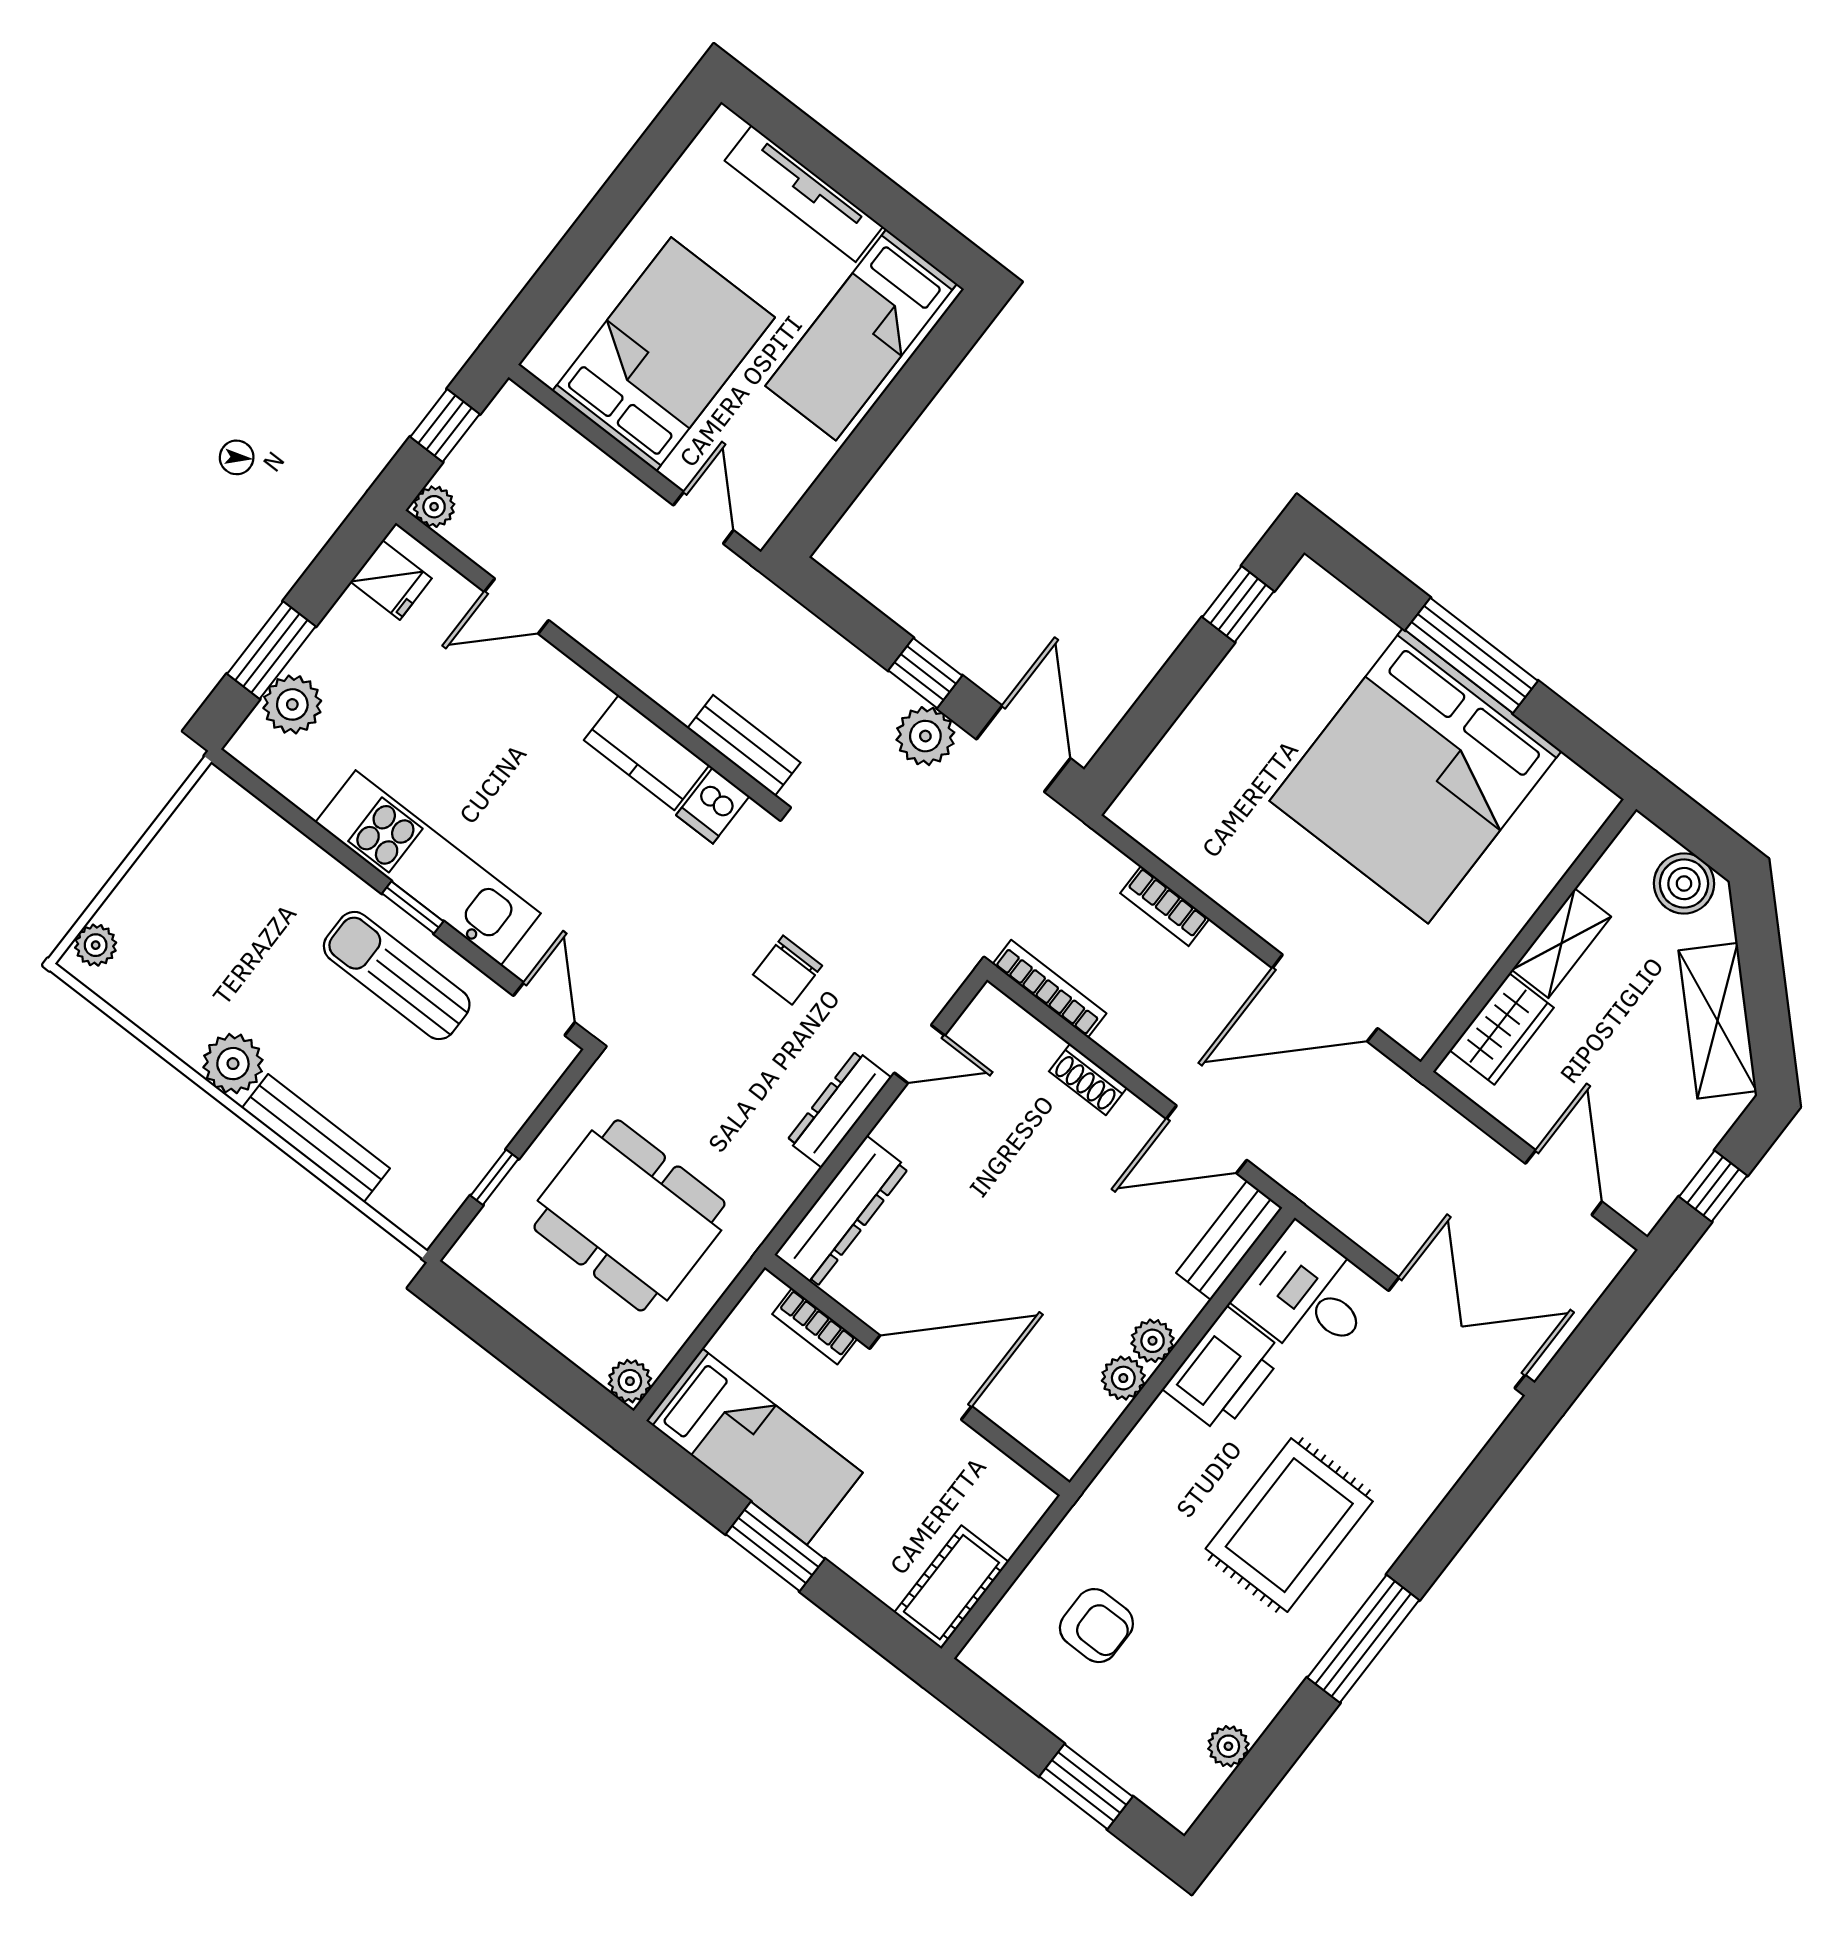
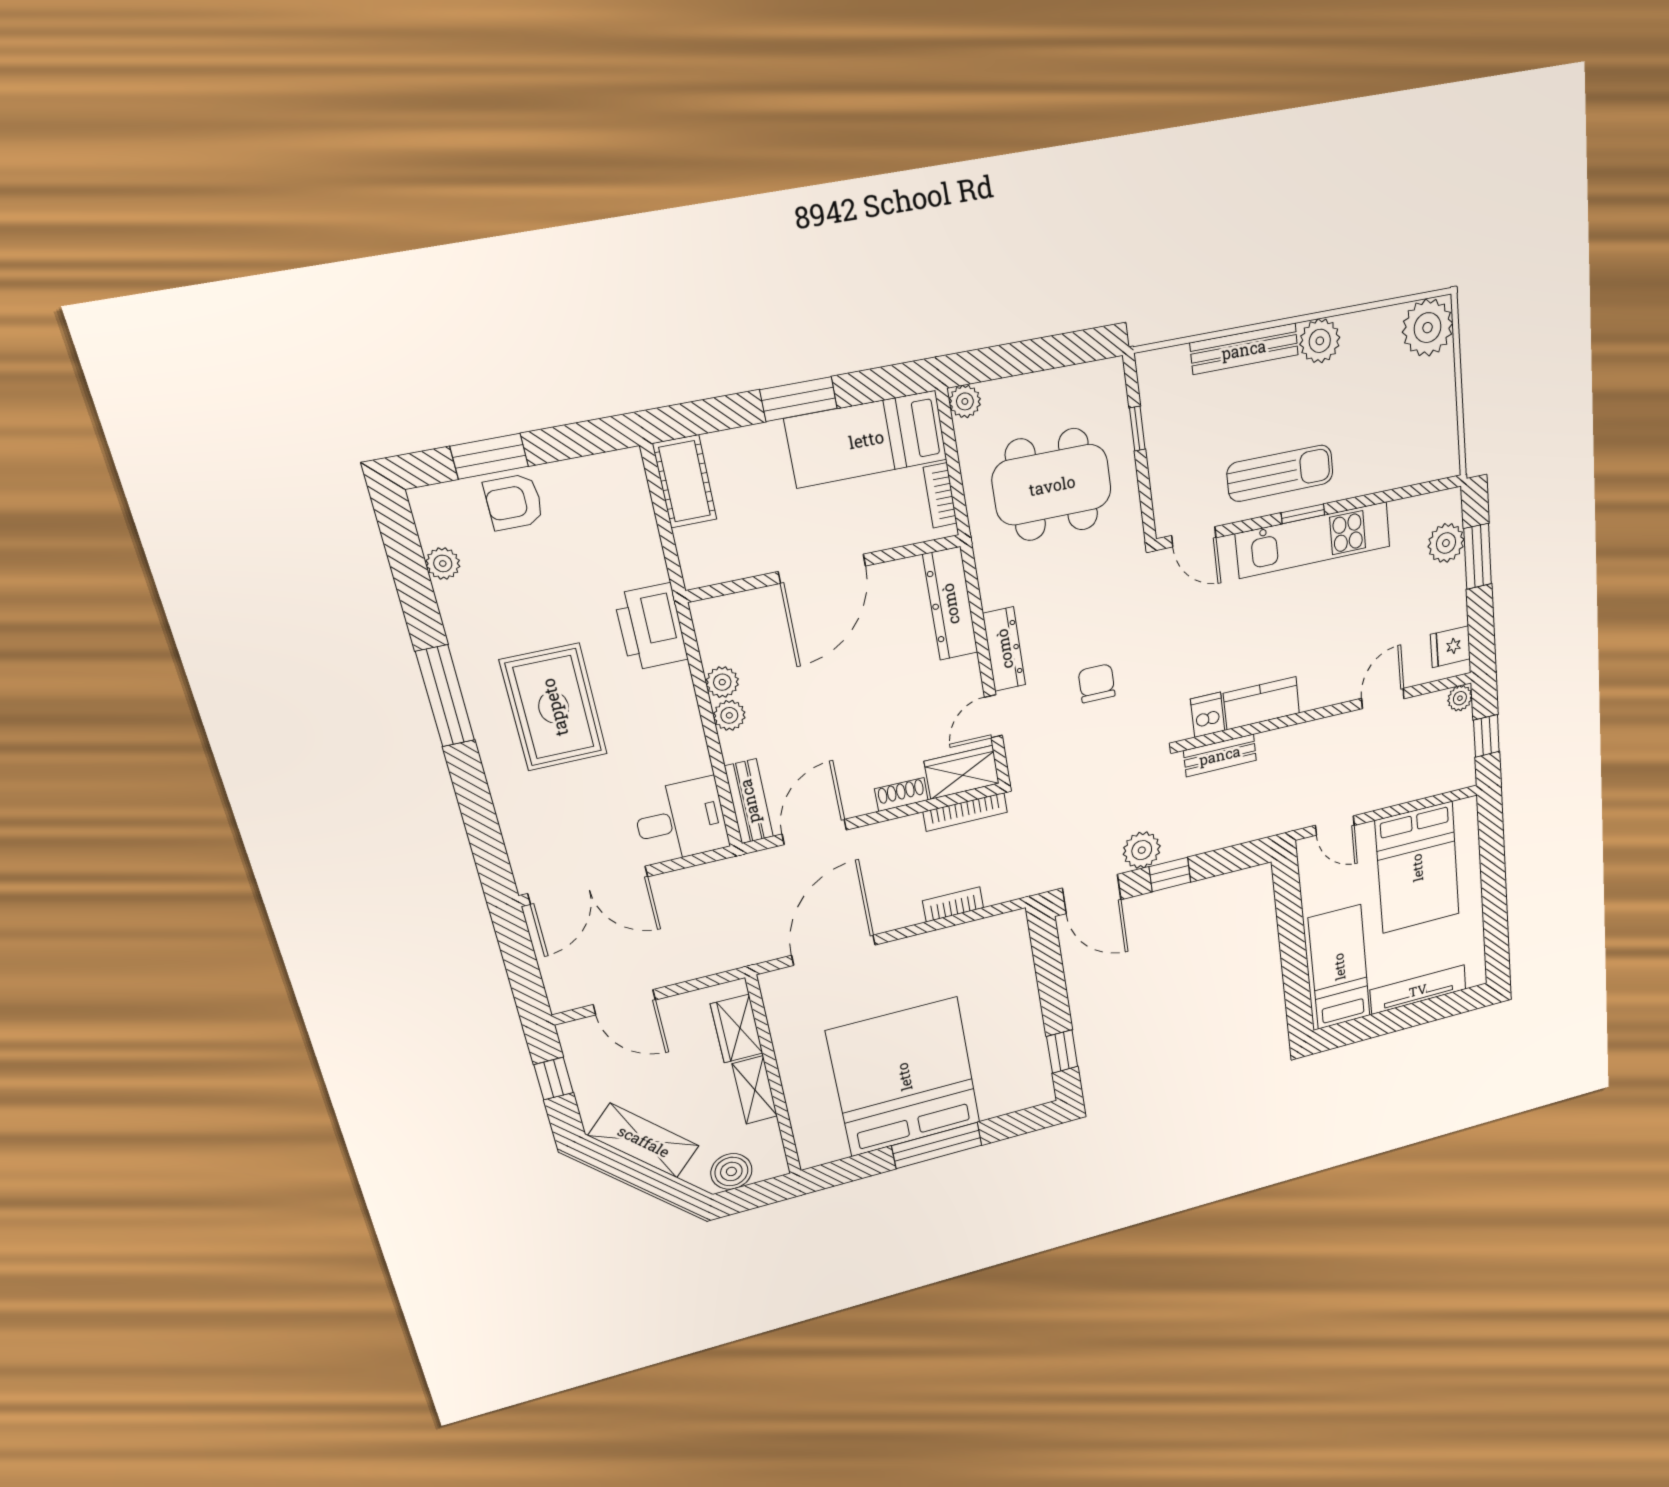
plant: (96, 945) -> (1428, 328), width x1.87, depth x1.87
wardrobe: (1009, 1033) -> (962, 772), added
bookcase: (815, 1326) -> (940, 495), moved, turned -90
printer: (1224, 1370) -> (651, 627), moved
armchair: (1096, 1626) -> (514, 502), moved

